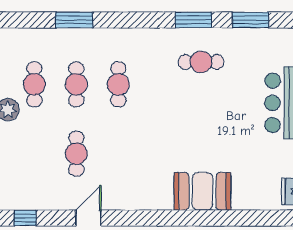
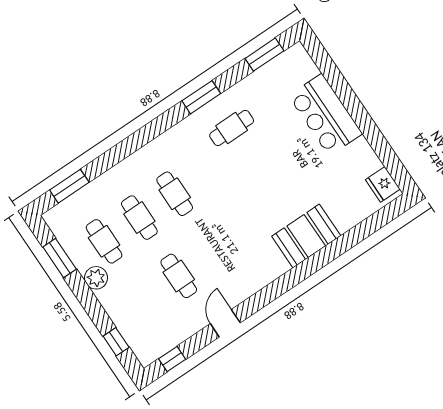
window: (74, 20) -> (69, 186), moved
window: (251, 20) -> (264, 55), moved

